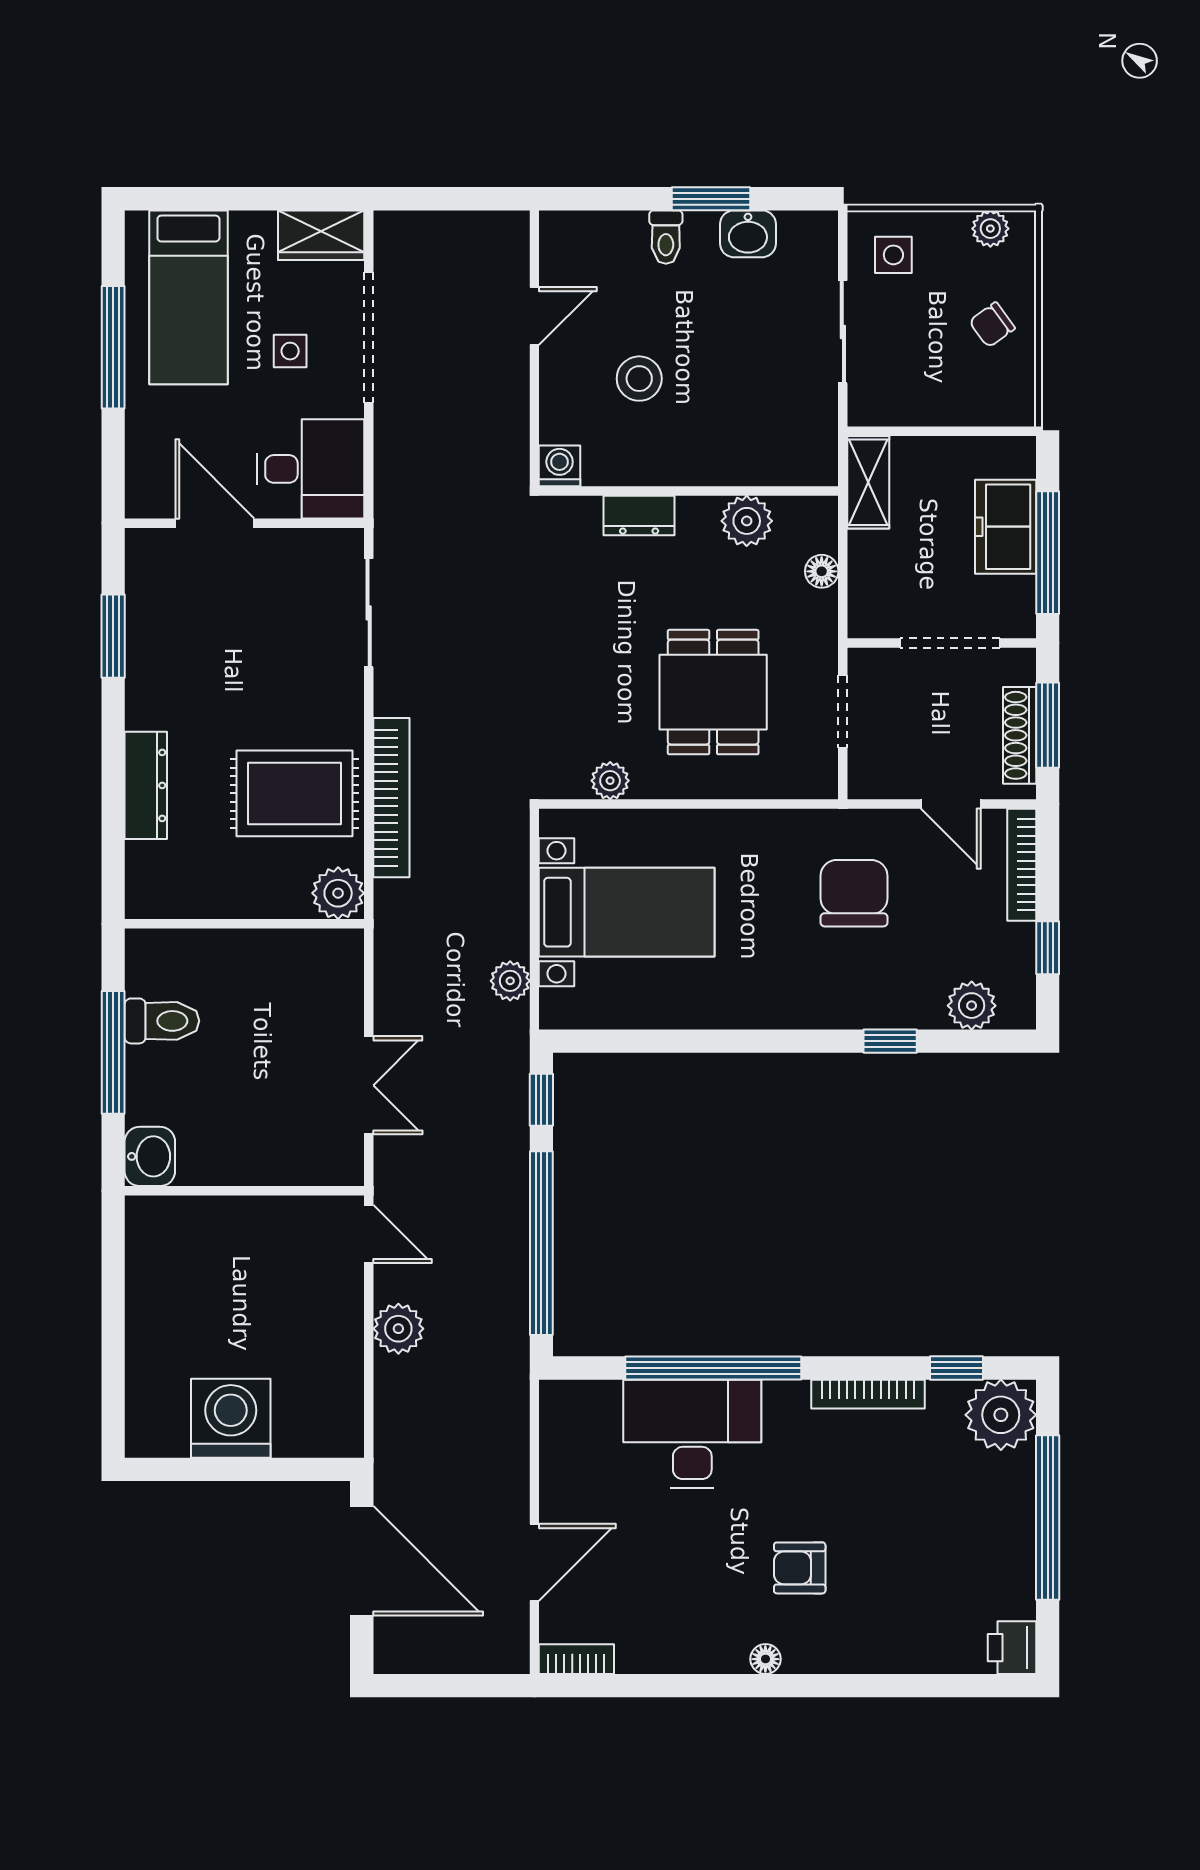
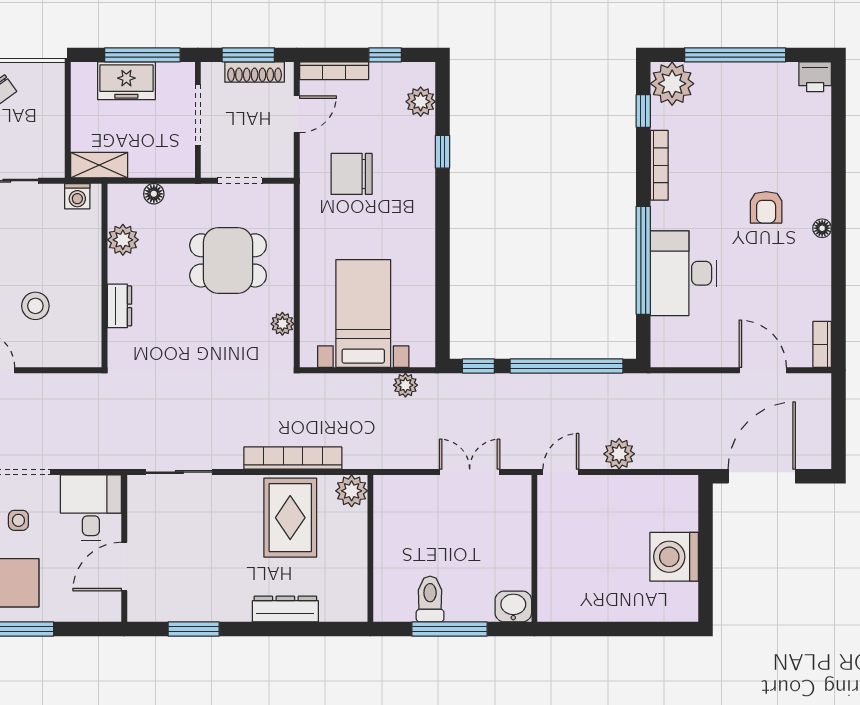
washing machine: (560, 466) -> (77, 196), moved, turned -90

